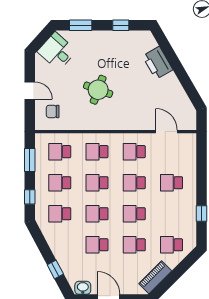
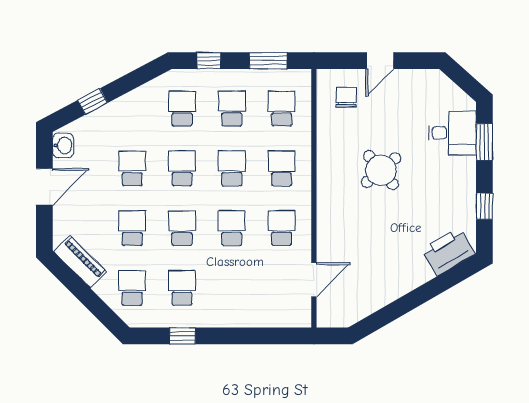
desk: (57, 51) -> (452, 133), moved, turned 48
printer: (158, 63) -> (448, 252), moved
round table: (98, 90) -> (381, 170), turned 30
school desk: (171, 183) -> (182, 288), moved

